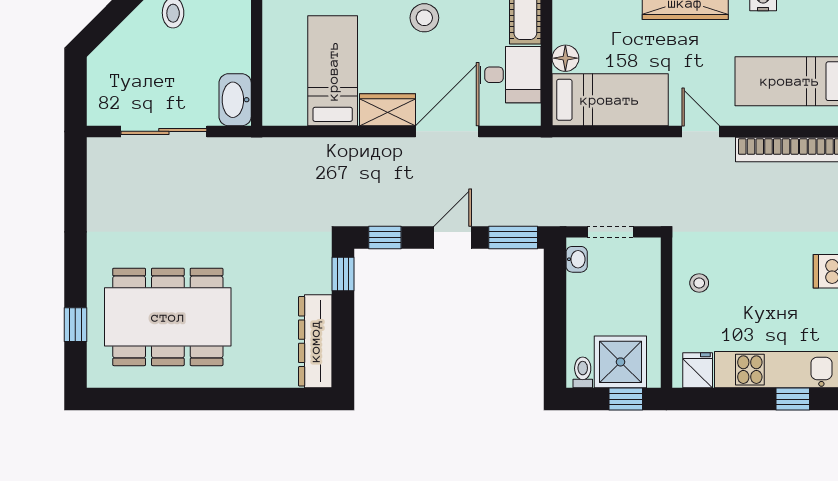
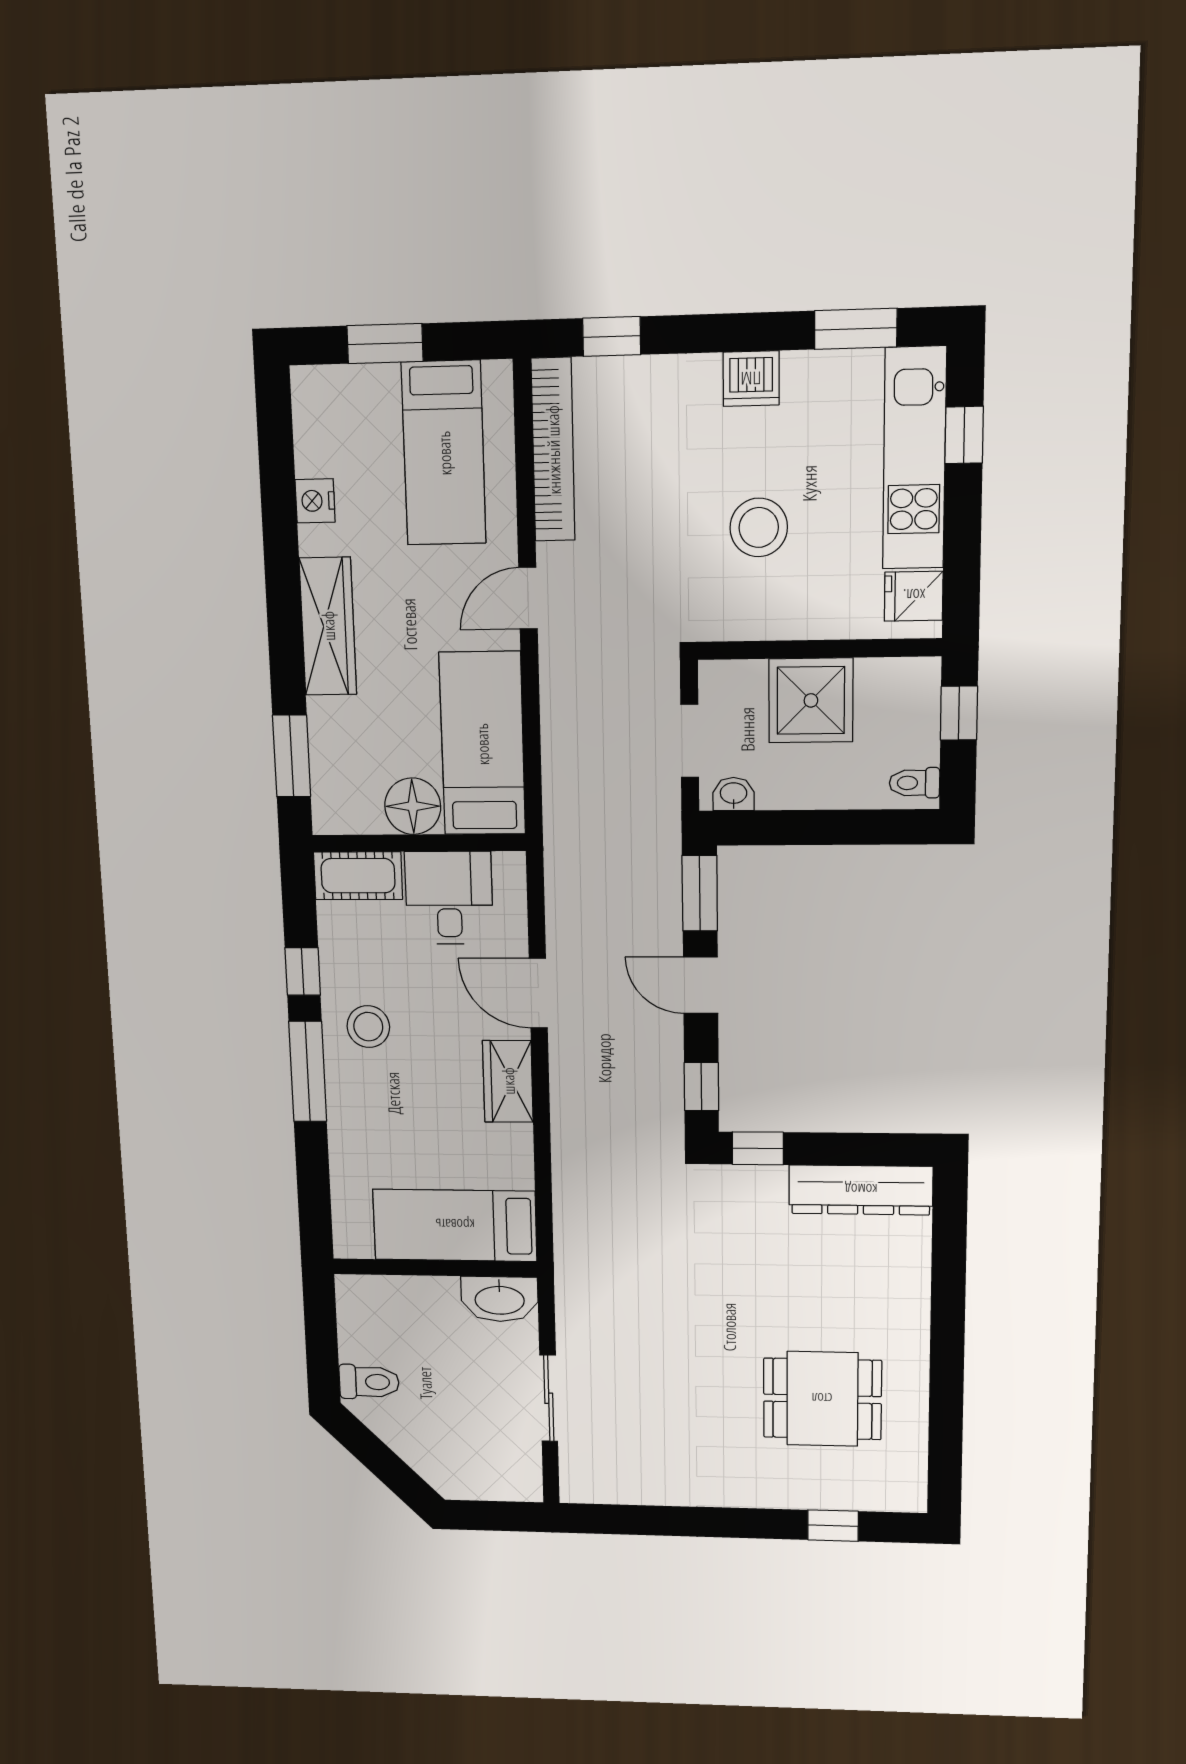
floor lamp: (565, 58) -> (413, 806), width x1.38, depth x1.38
bed: (333, 71) -> (455, 1225), moved
sliding door: (164, 131) -> (549, 1398), width x0.73
door: (447, 131) -> (538, 993), width x0.73
stool: (699, 283) -> (759, 527), moved, width x1.89, depth x1.89
dining table: (168, 317) -> (822, 1399), width x0.53, depth x0.80
shower: (620, 362) -> (811, 700), moved

